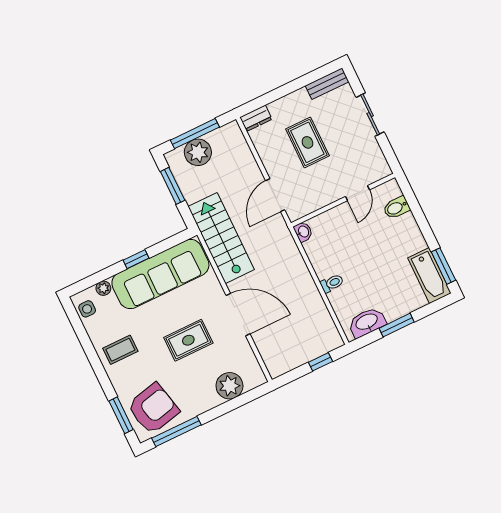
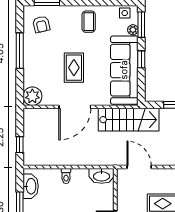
washbasin: (303, 232) -> (102, 176), width x1.91, depth x1.45
window: (92, 281) -> (141, 25), added
plant: (229, 386) -> (32, 96), moved
armchair: (153, 409) -> (41, 24), width x0.53, depth x0.53
window: (176, 431) -> (20, 51), moved

